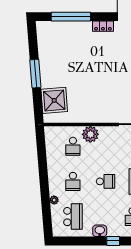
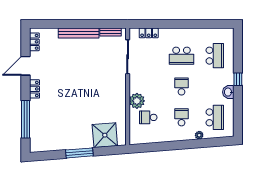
school desk: (73, 146) -> (148, 117), turned 180
school desk: (73, 181) -> (182, 117), turned -90
school desk: (73, 217) -> (215, 117), turned 90

